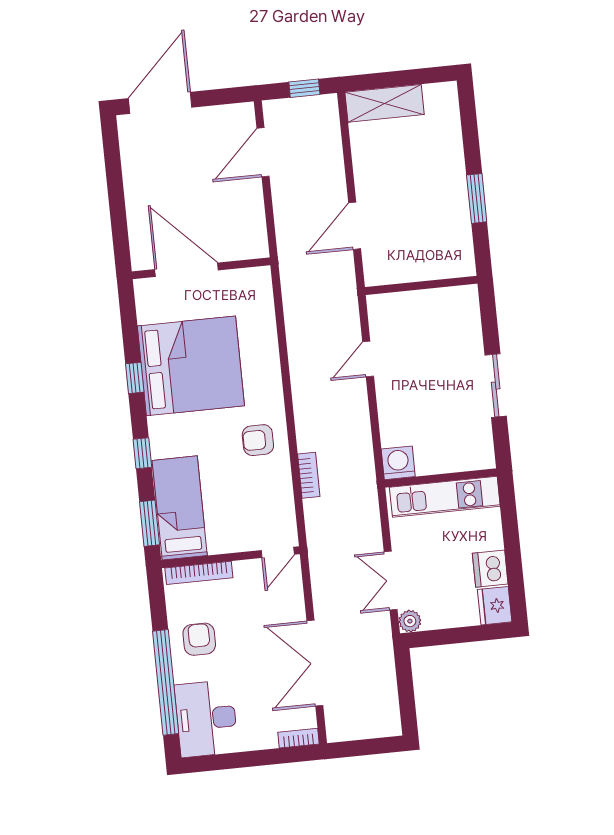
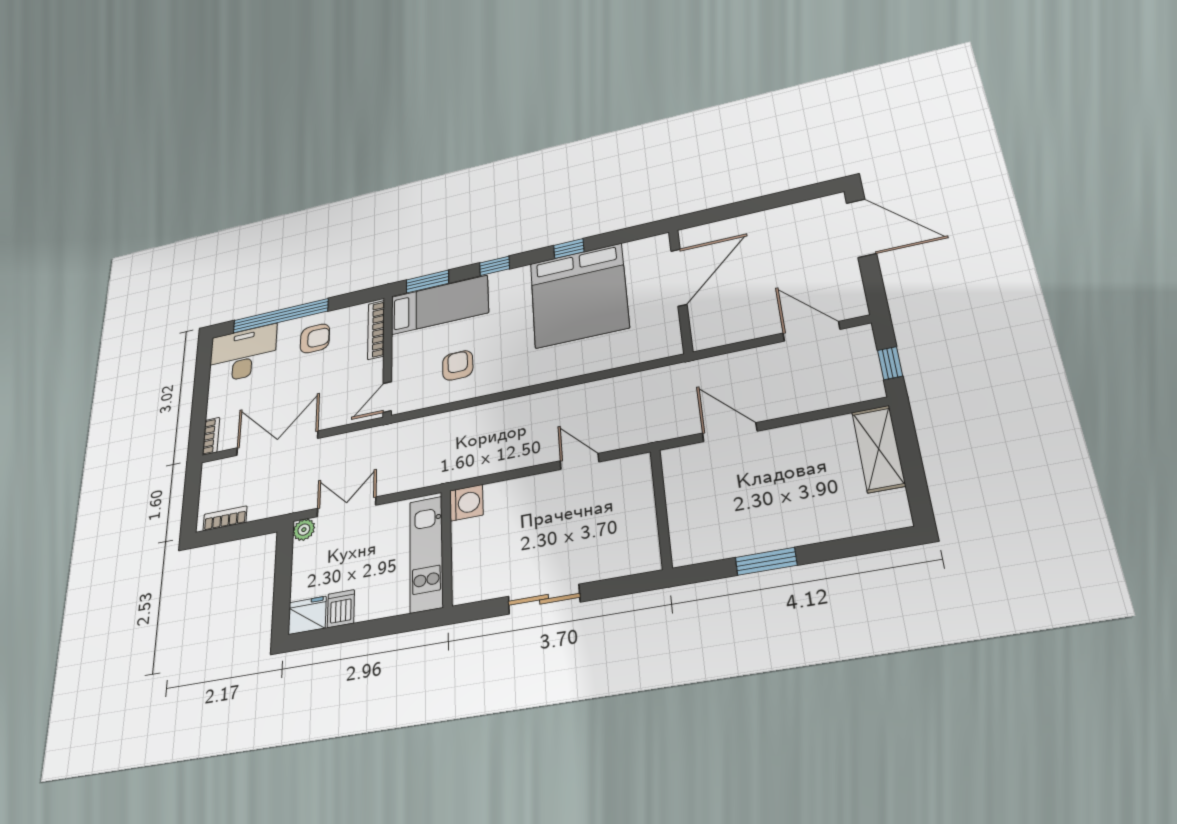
armchair: (258, 440) -> (458, 365), moved
bookcase: (309, 475) -> (225, 518), moved, turned 180
door: (278, 552) -> (387, 397), hinge flipped
dishwasher: (490, 569) -> (341, 609), width x0.73

